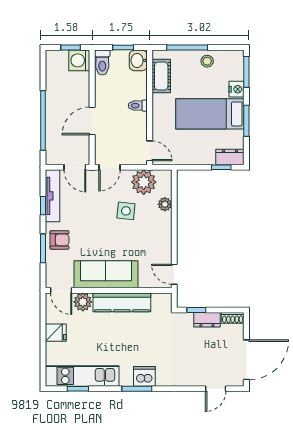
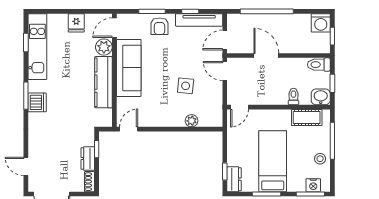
washing machine: (79, 60) -> (321, 23), moved, turned 180
nightstand: (237, 89) -> (313, 185), moved
toilet: (138, 106) -> (293, 96), moved
plant: (144, 182) -> (211, 102), removed

